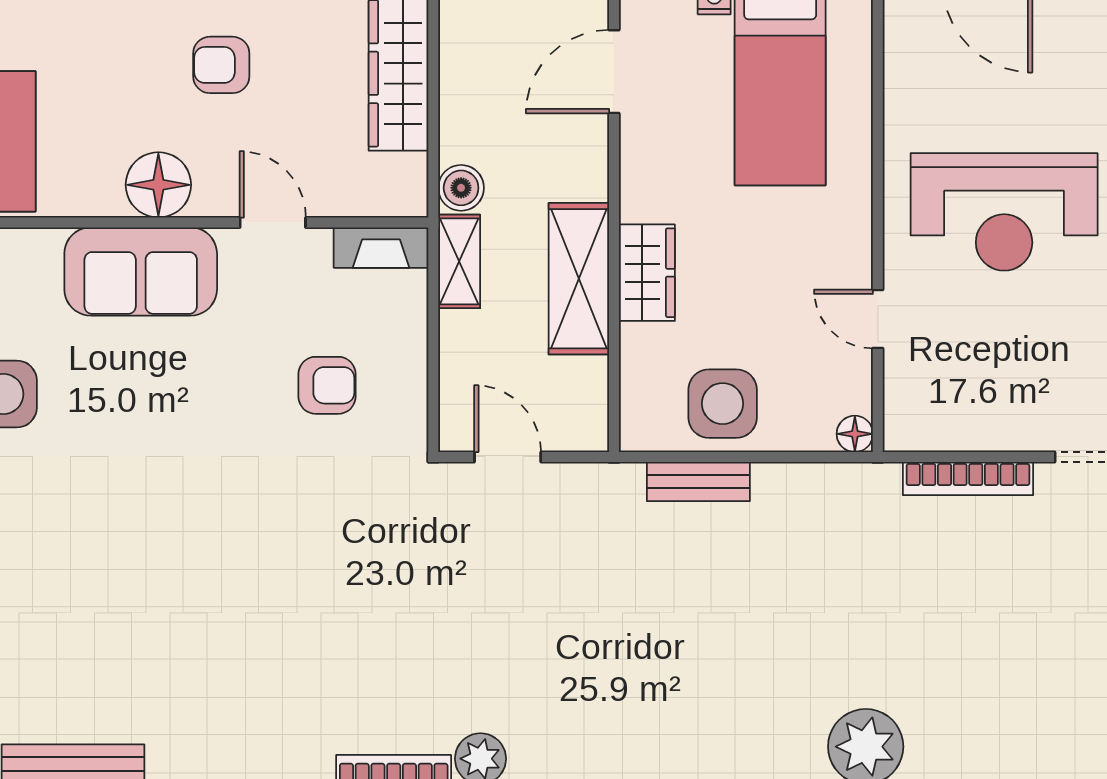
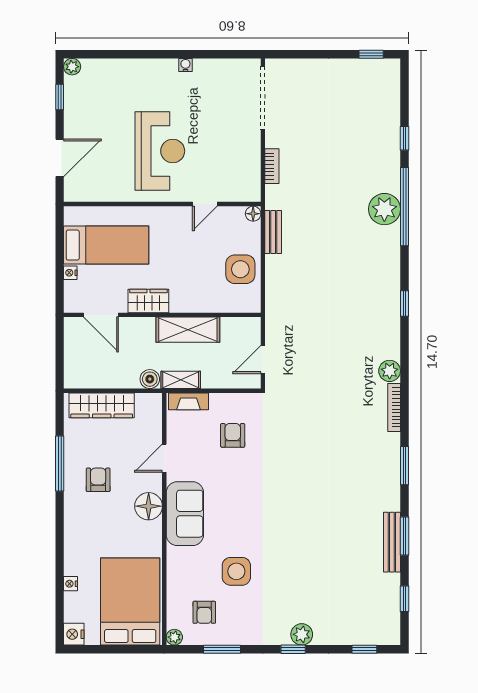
armchair: (221, 65) -> (98, 480), turned 180
fireplace: (381, 248) -> (188, 401), moved, turned 90
wardrobe: (647, 273) -> (148, 301), moved
bookcase: (968, 479) -> (272, 166), width x0.64
bench: (698, 482) -> (273, 232), moved

